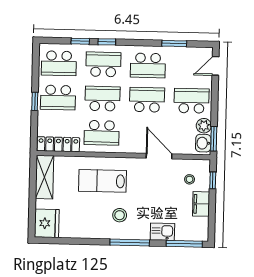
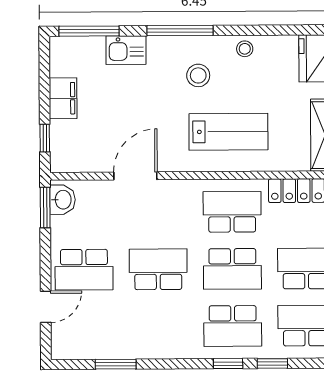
school desk: (148, 65) -> (159, 326), removed
door: (216, 66) -> (46, 307), moved
school desk: (147, 100) -> (158, 269), turned 180
plant: (204, 126) -> (62, 229), removed
door: (159, 156) -> (135, 176), swing flipped
stool: (190, 179) -> (245, 49), moved

